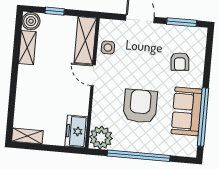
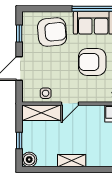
window: (182, 22) -> (19, 33), width x0.67
shelving: (27, 48) -> (72, 161), moved
armchair: (180, 62) -> (52, 32), width x1.88, depth x1.88

